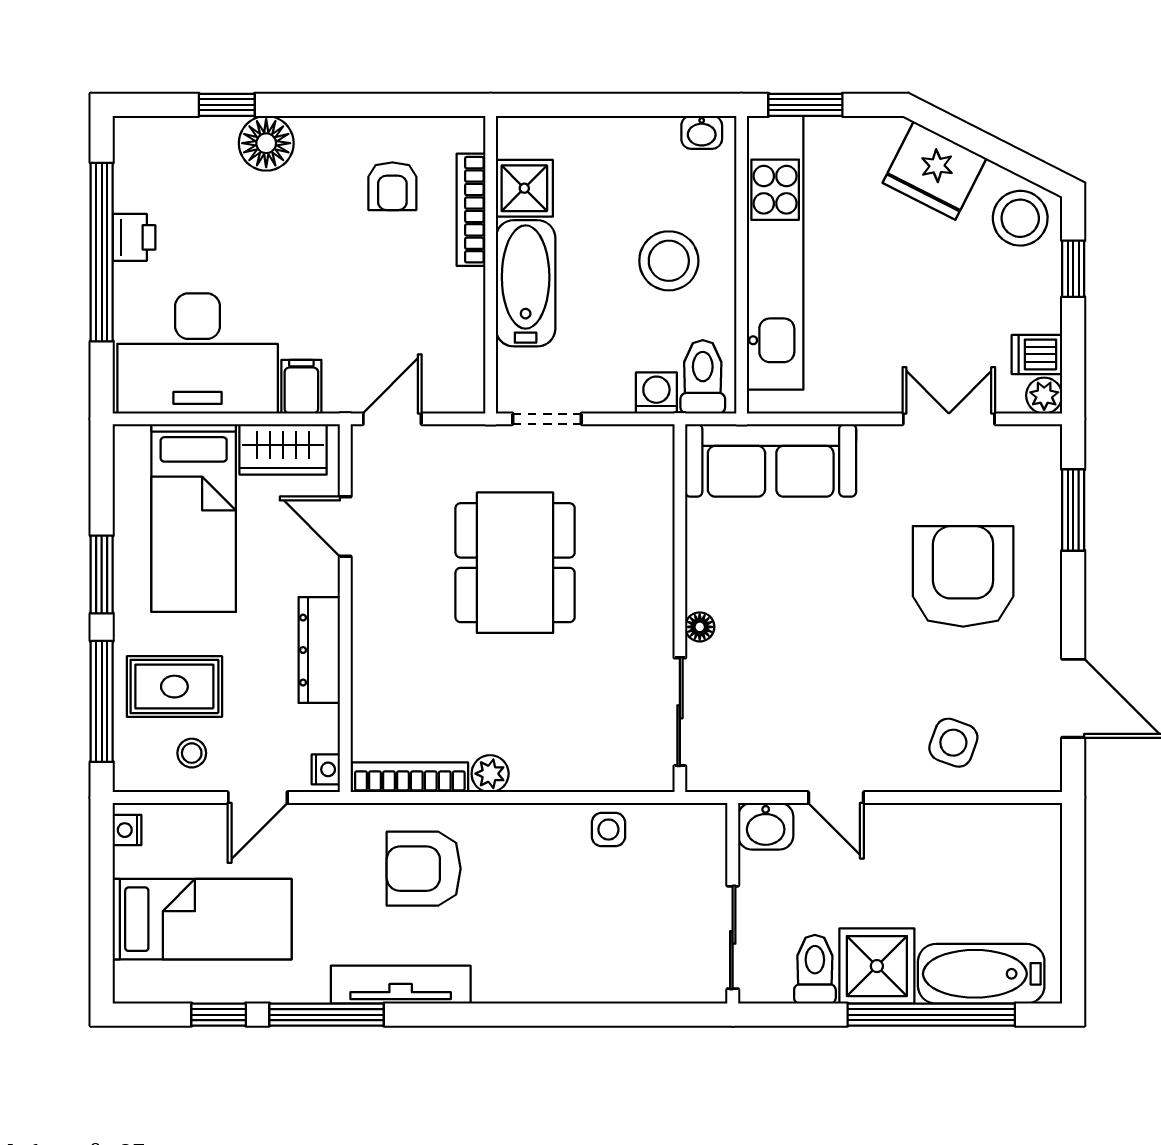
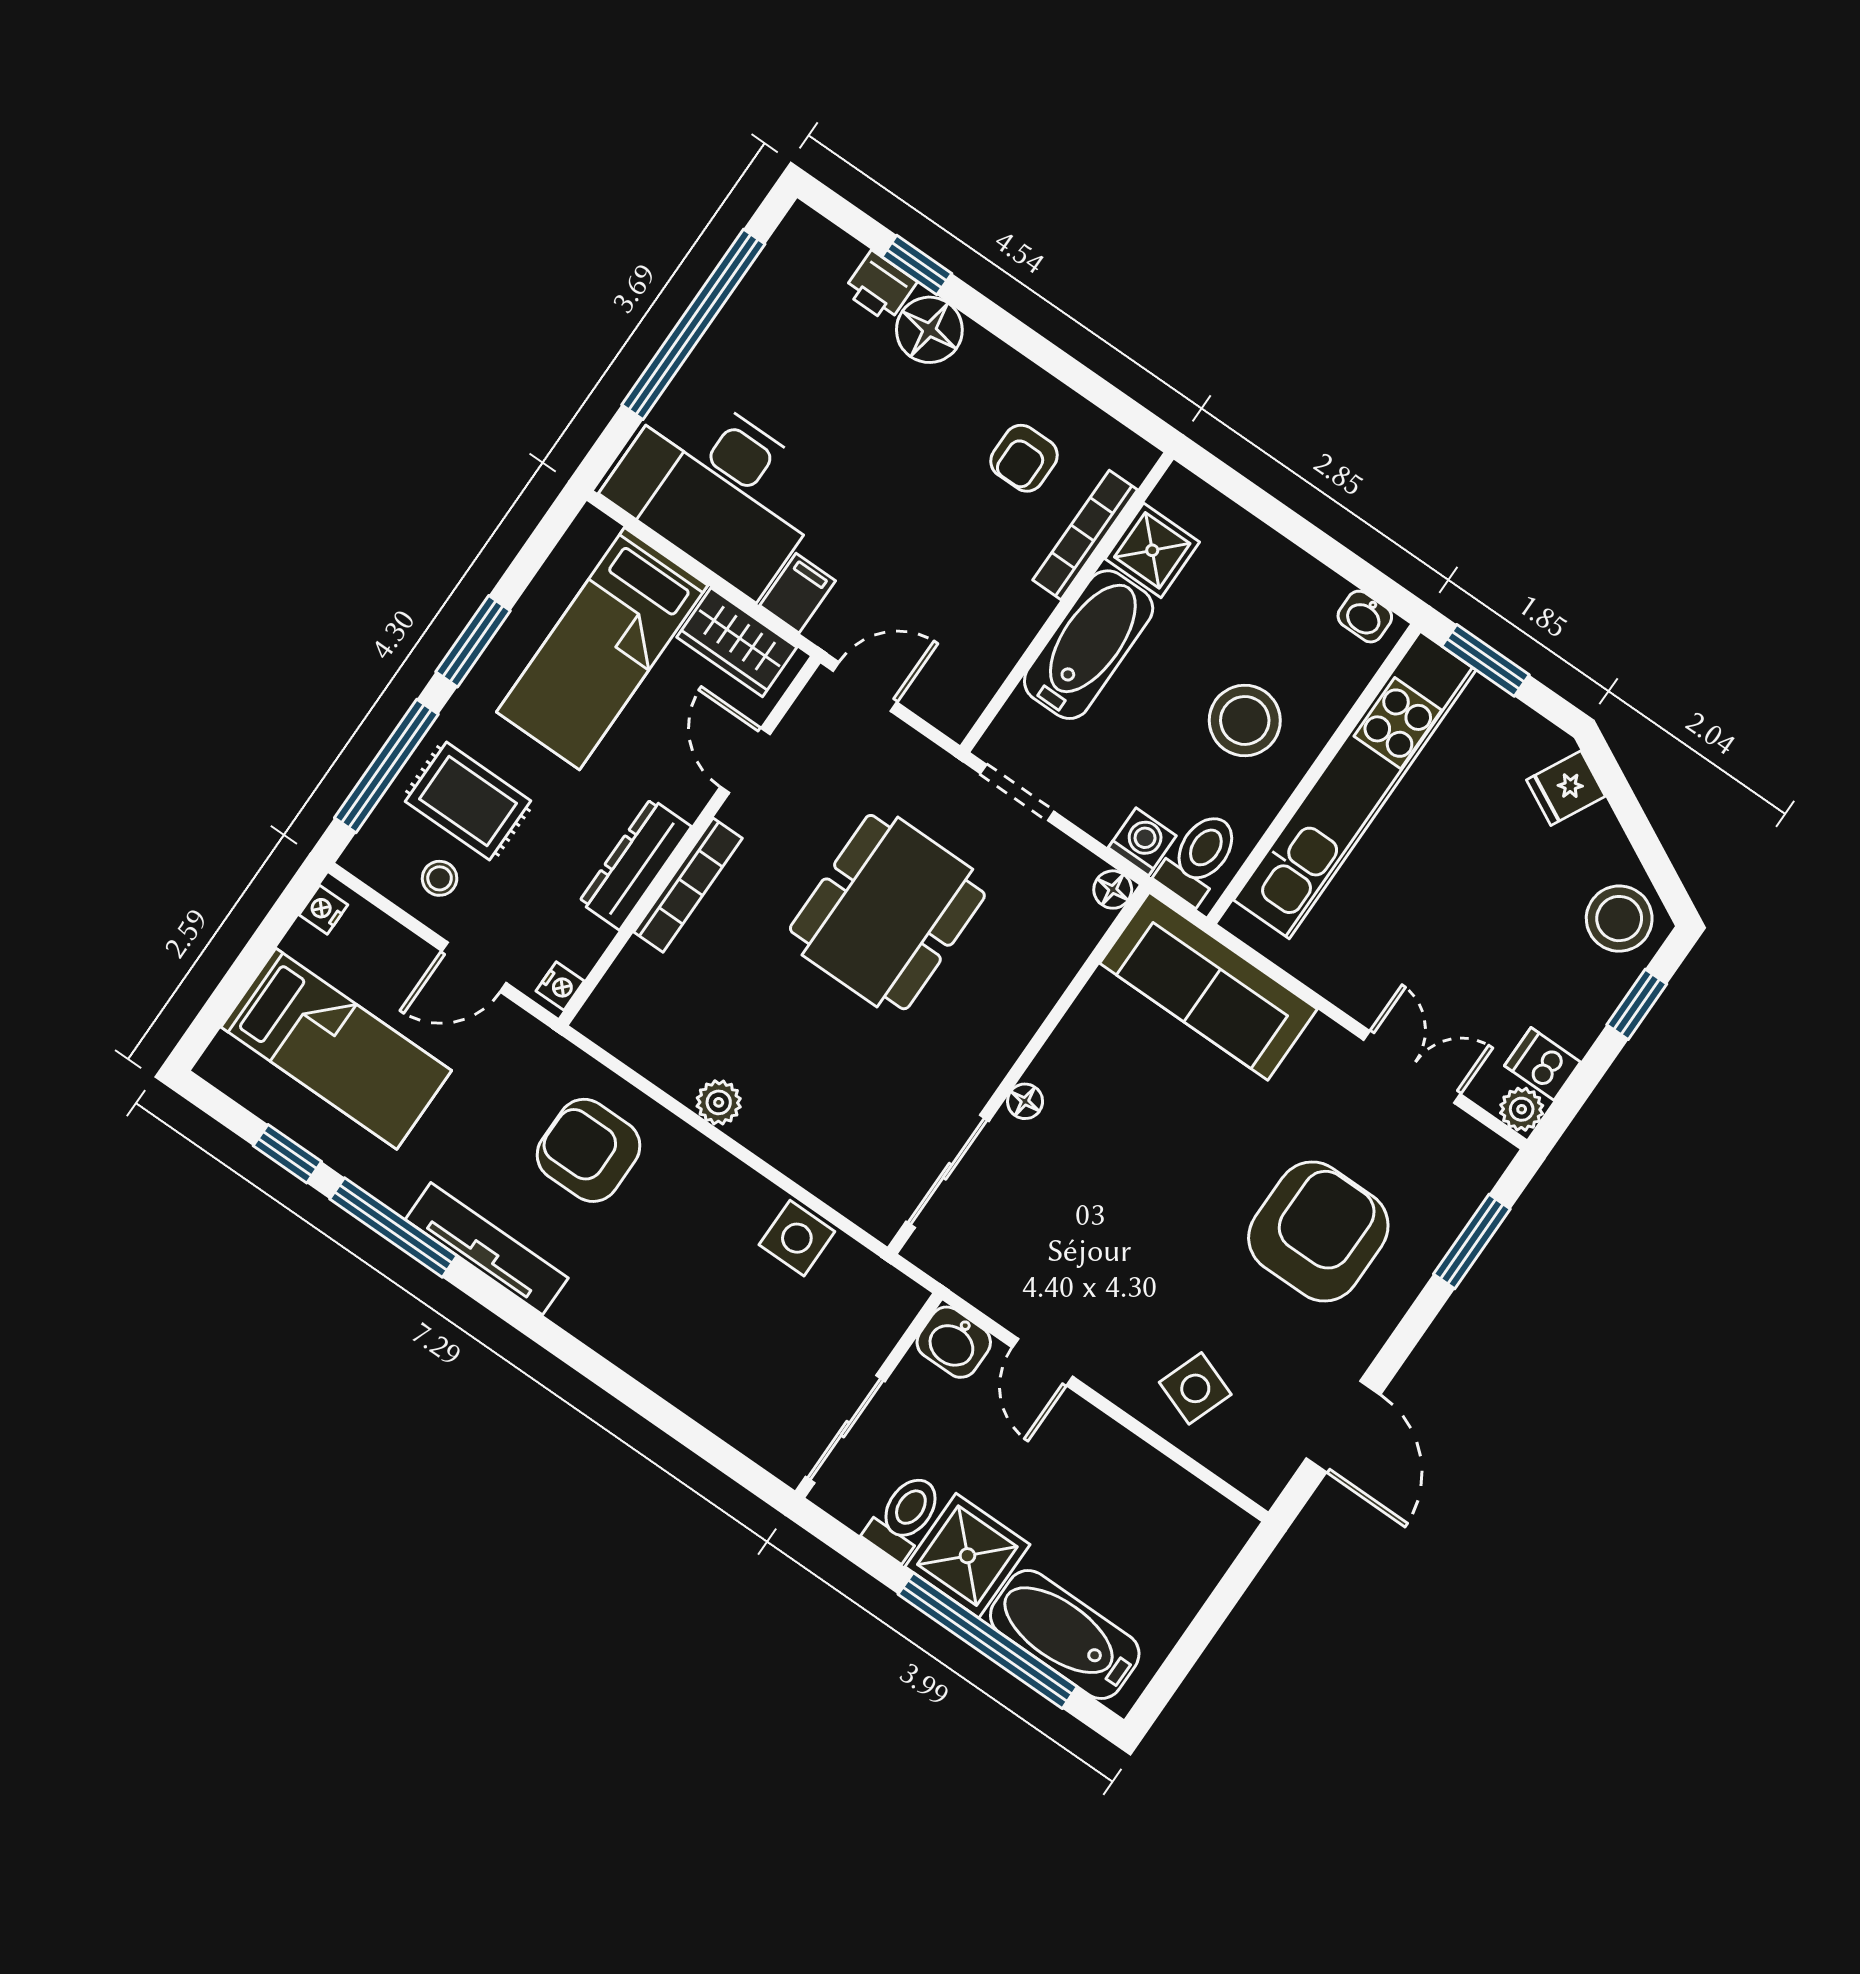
fridge: (935, 171) -> (1566, 788), width x0.53, depth x0.75
printer: (134, 237) -> (880, 287), moved, turned 90
floor lamp: (659, 440) -> (1113, 890), added
bookcase: (410, 777) -> (688, 885), moved, turned 90
side table: (608, 830) -> (797, 1238), width x1.37, depth x1.37

